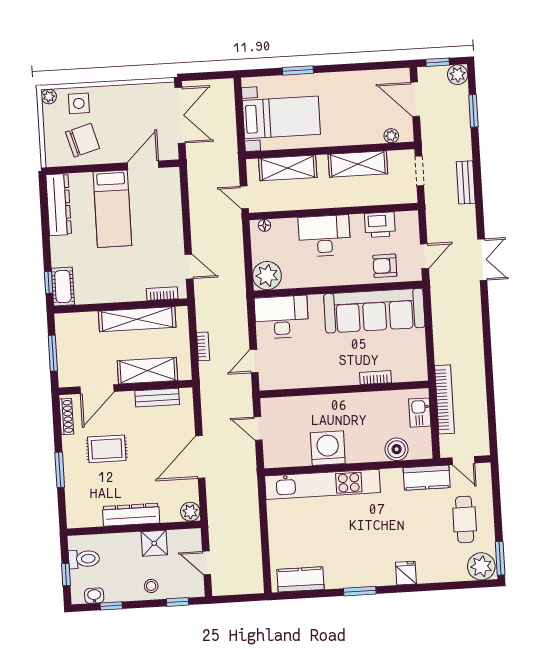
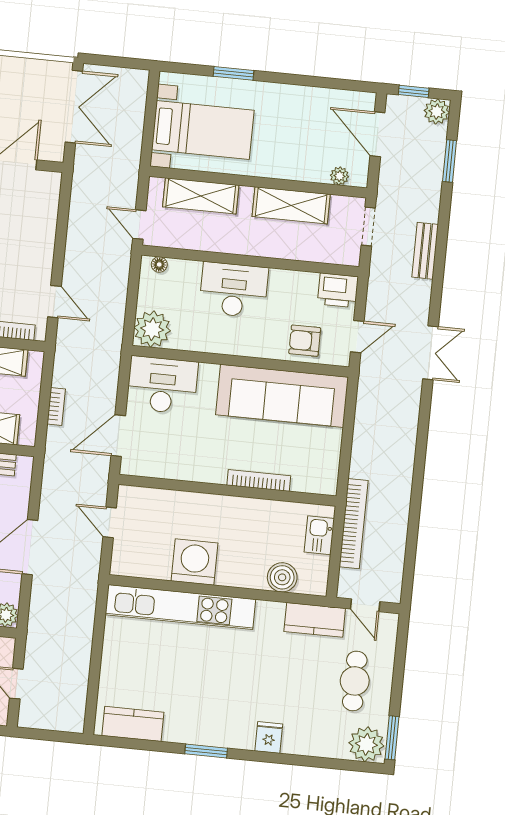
printer: (380, 225) -> (338, 290), moved
door: (254, 361) -> (118, 436), width x1.38
bookcase: (376, 378) -> (259, 480), width x1.56

